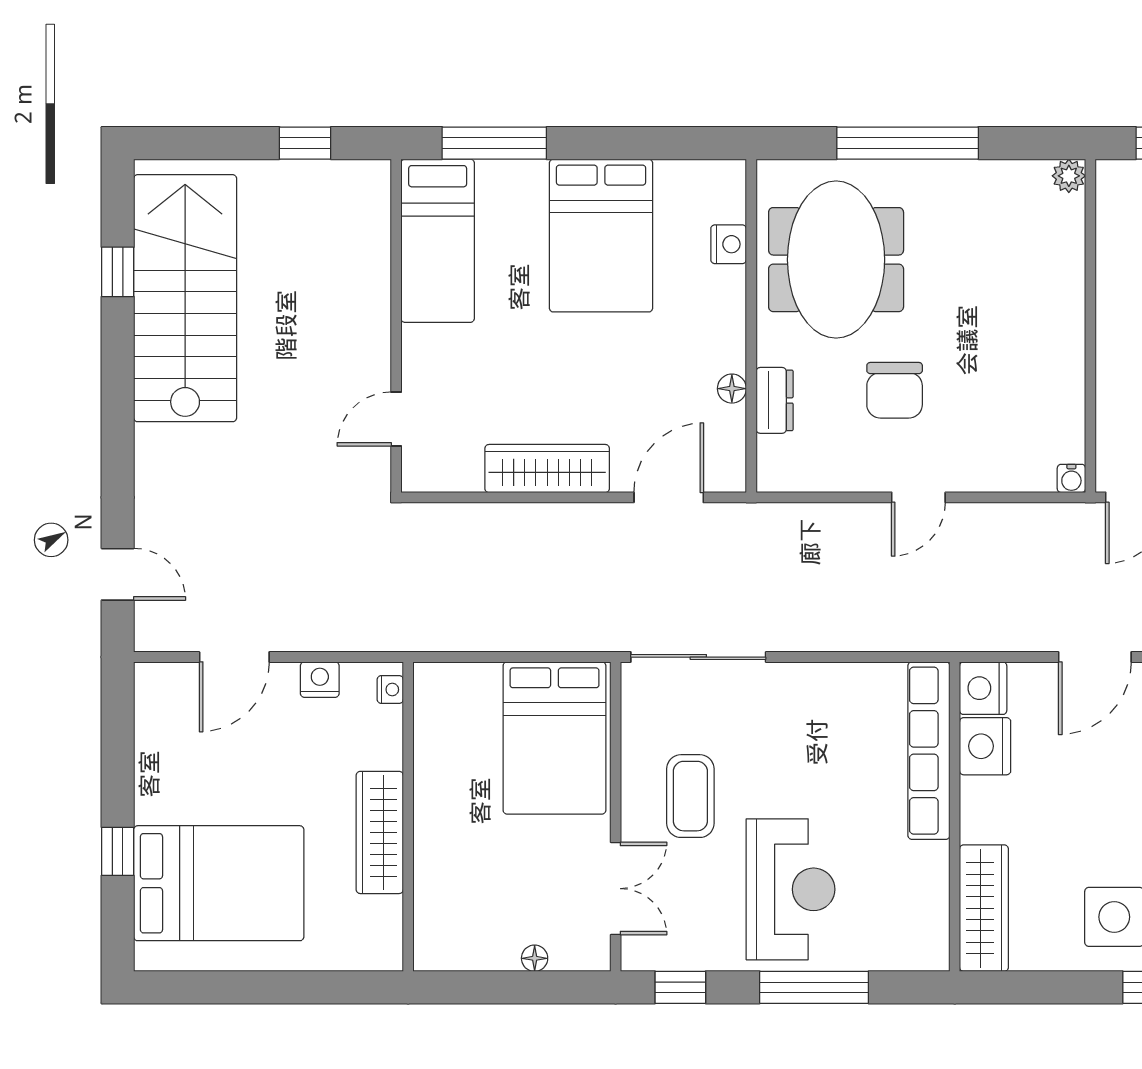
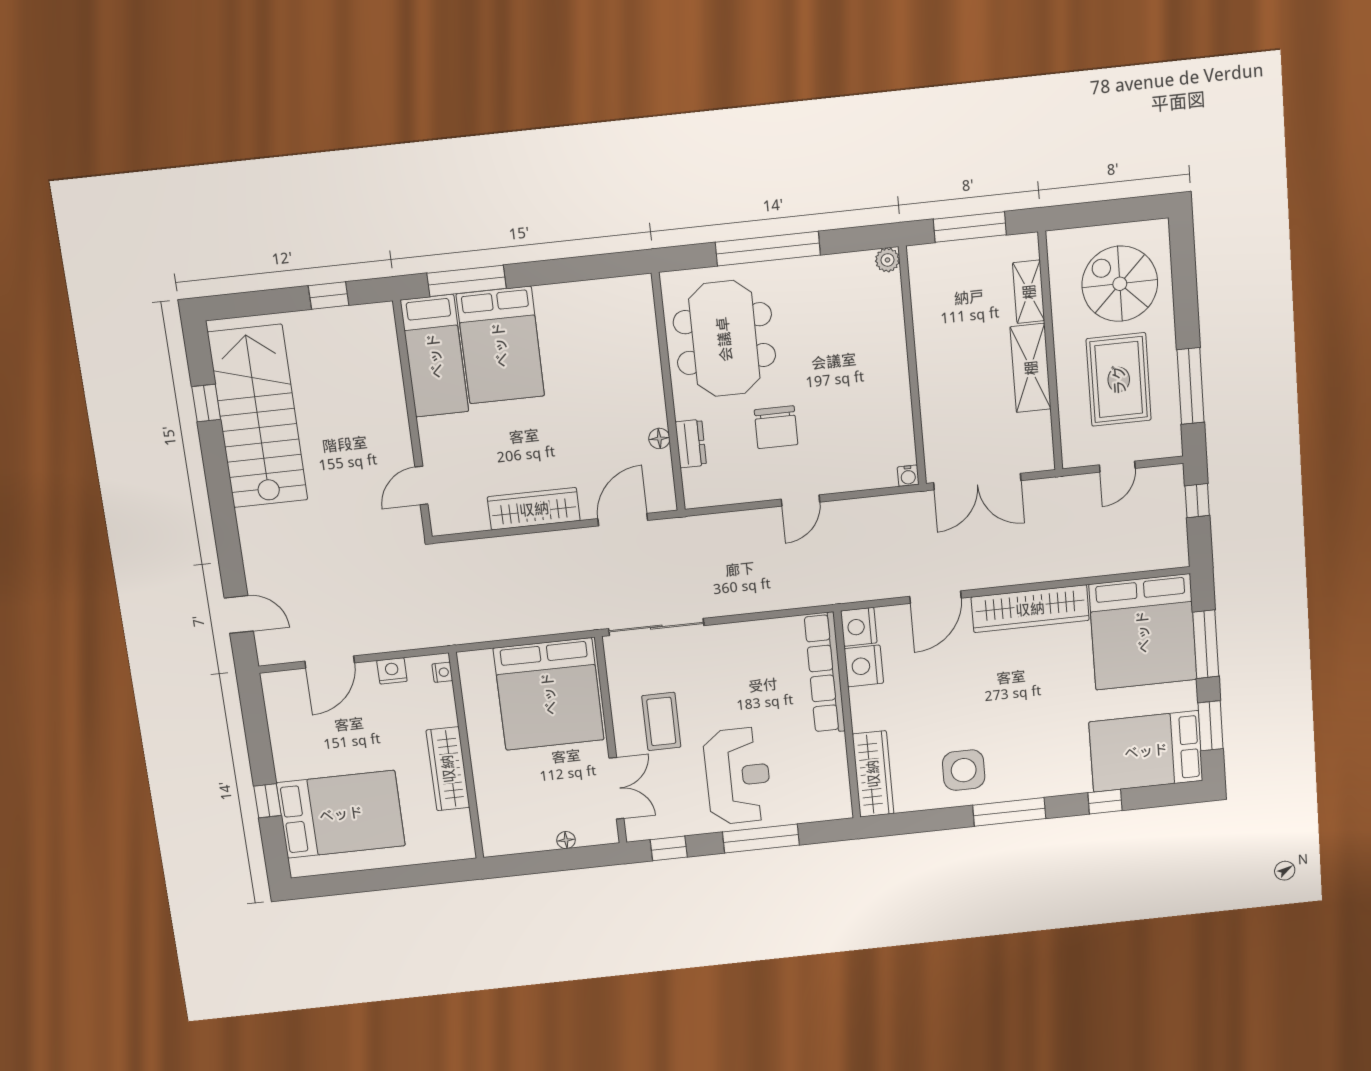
bed: (601, 236) -> (500, 345), moved
nightstand: (729, 244) -> (645, 336), removed
bed: (554, 738) -> (549, 694), width x1.36

